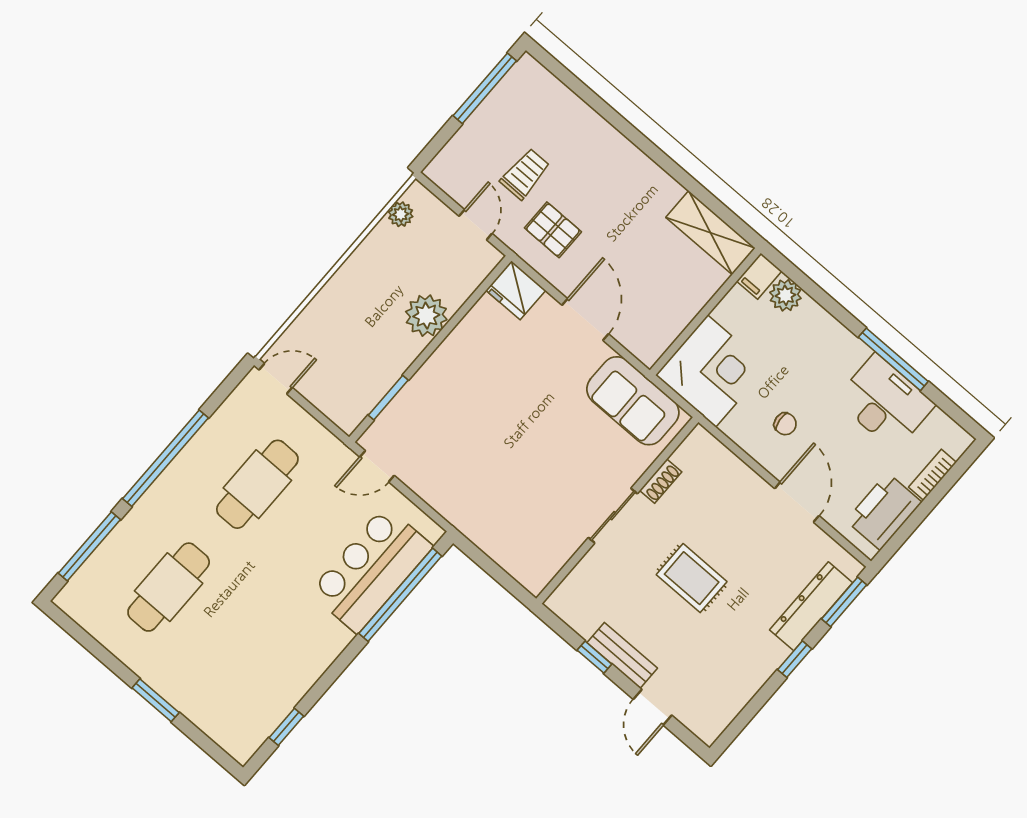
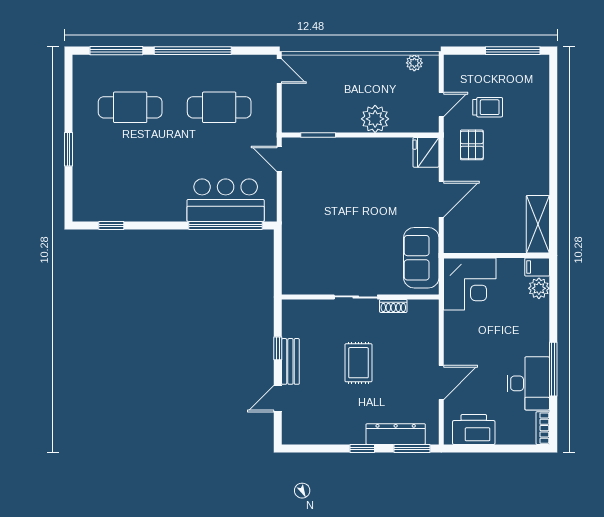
chair: (785, 424) -> (475, 343), removed
bookcase: (933, 475) -> (543, 428), moved, turned -90

